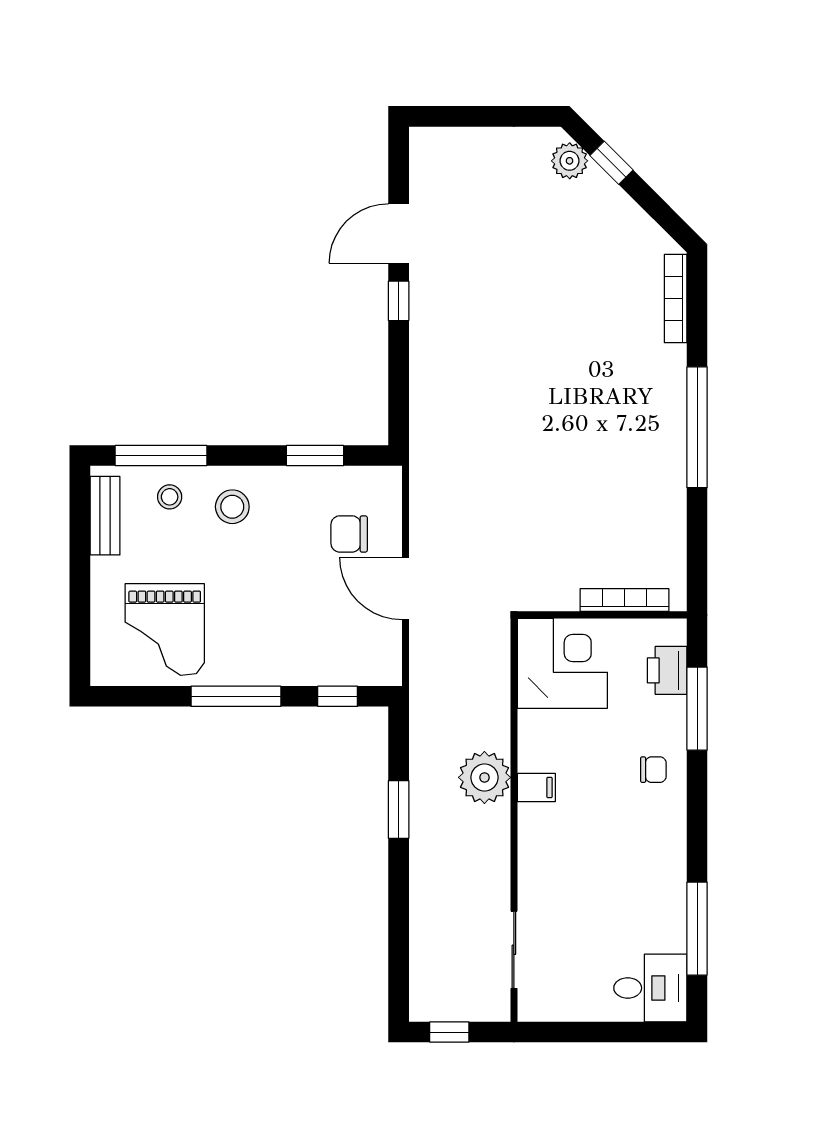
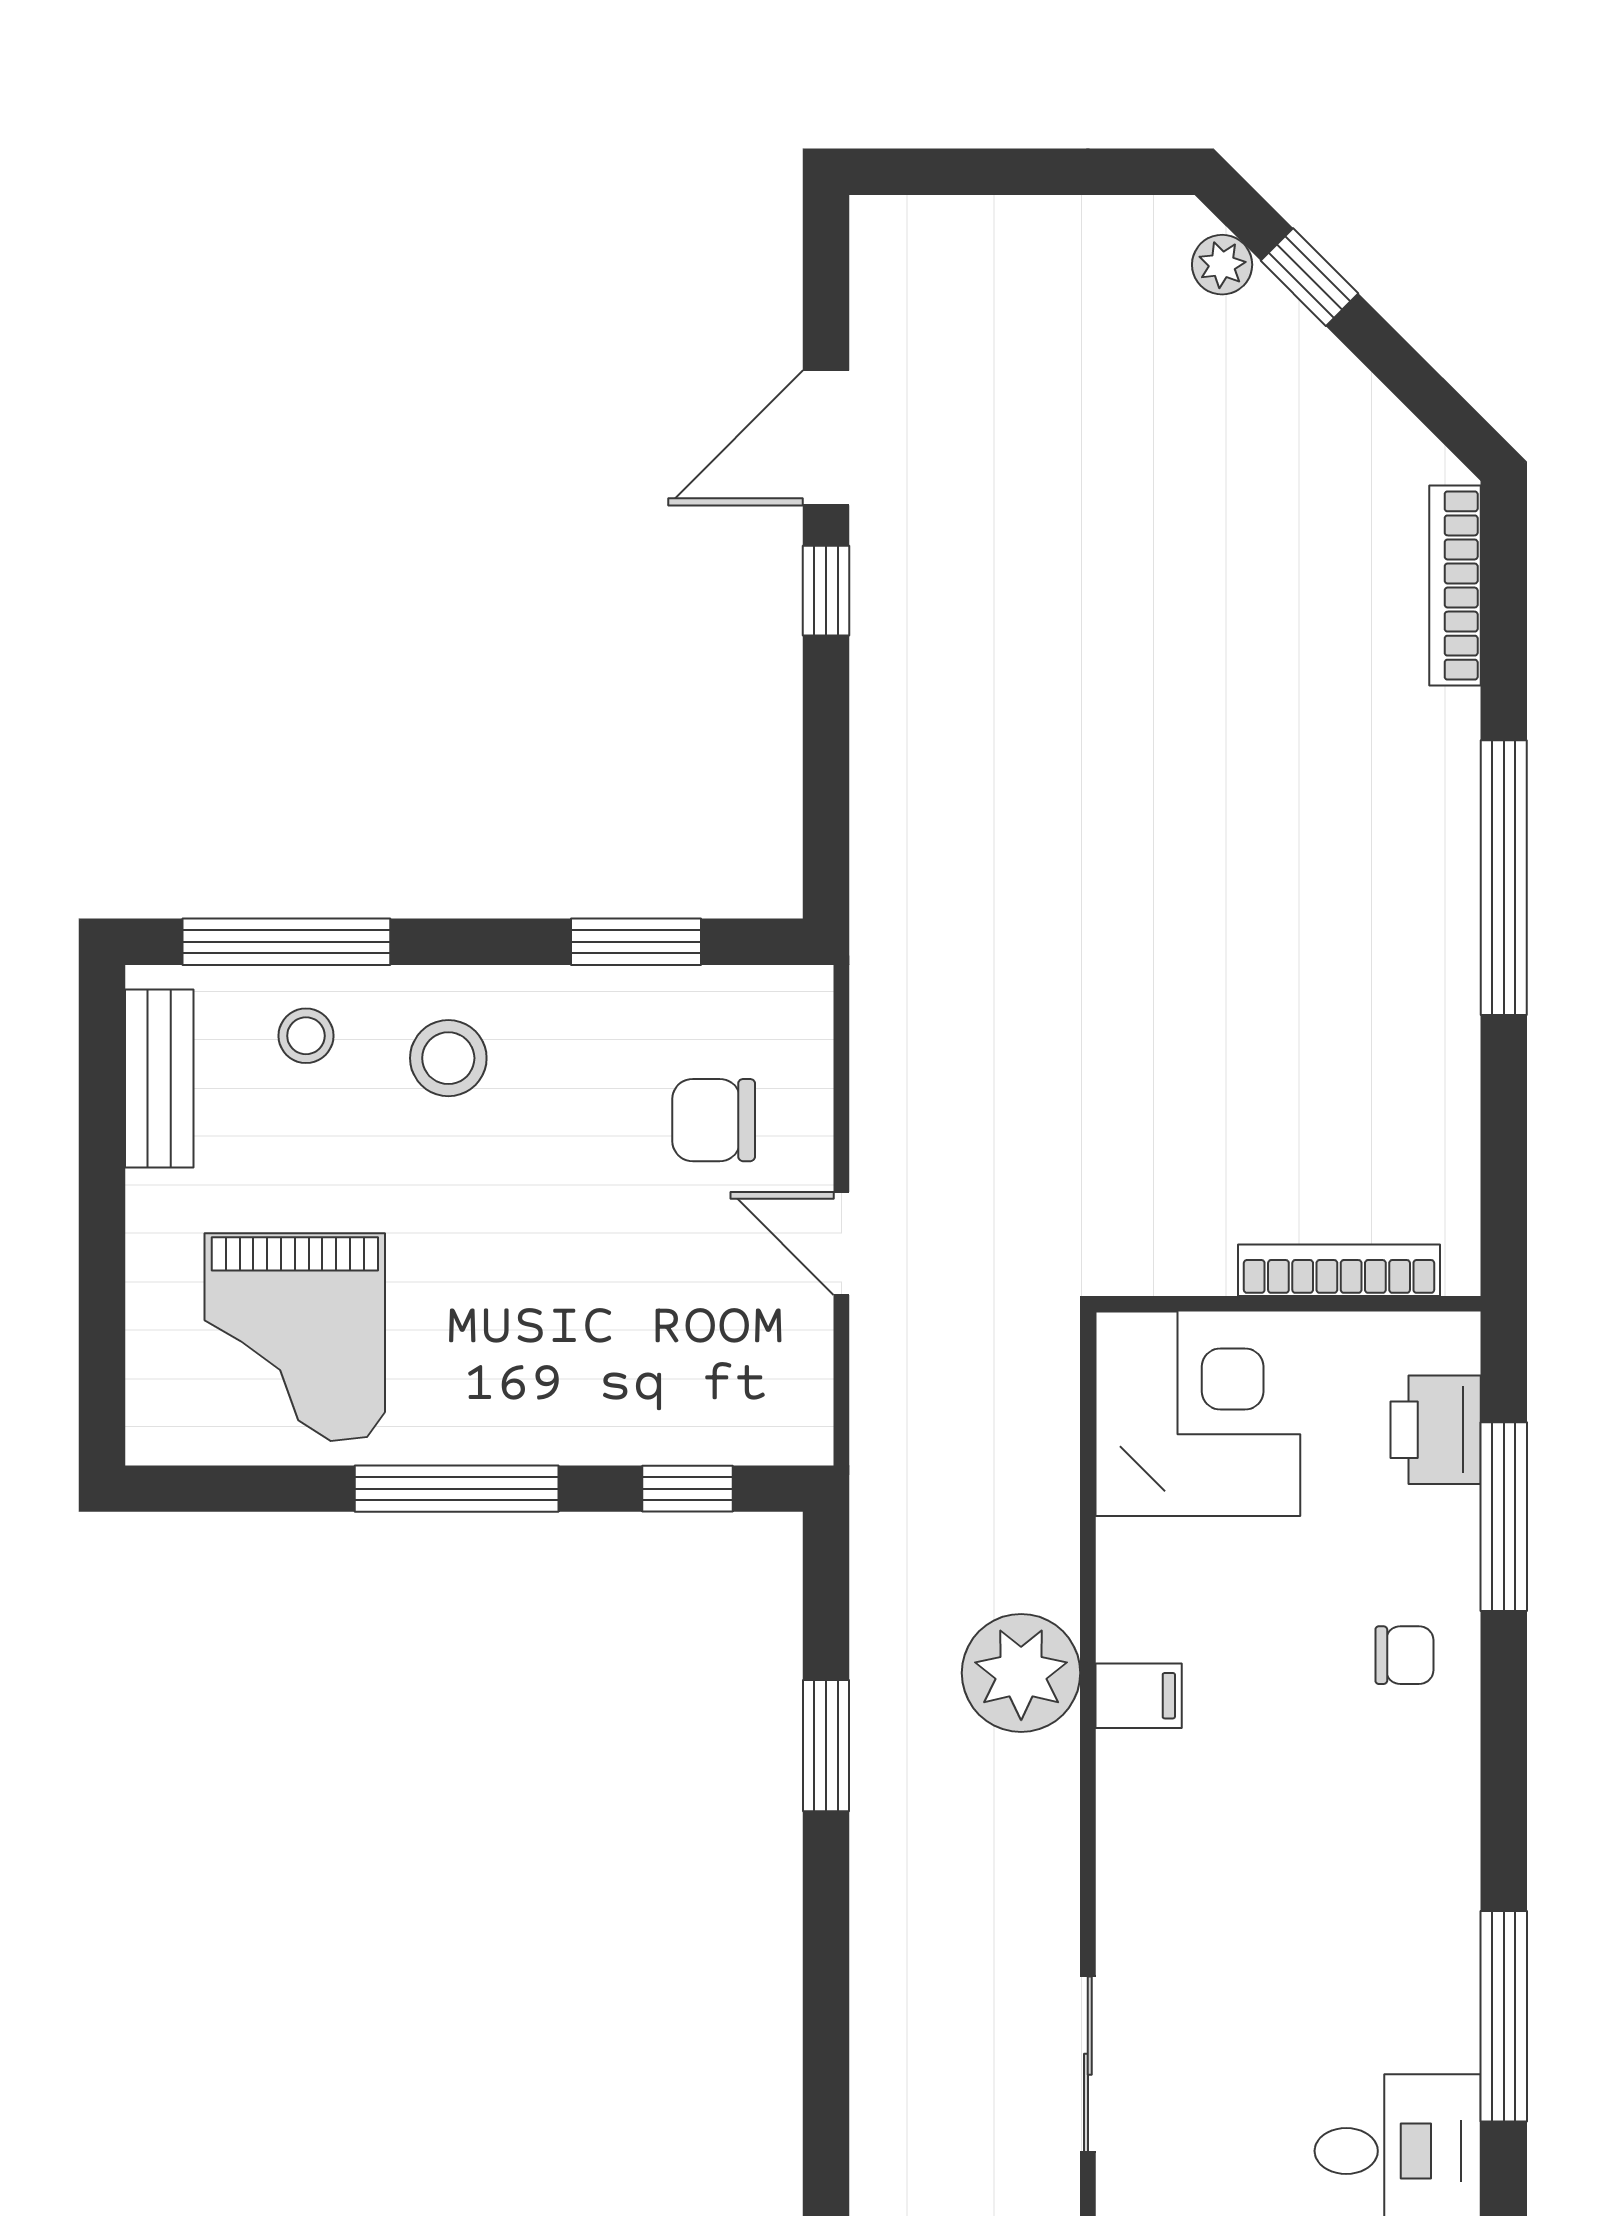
plant: (570, 161) -> (1222, 265), width x0.73, depth x0.73
door: (405, 588) -> (841, 1244), width x0.73

